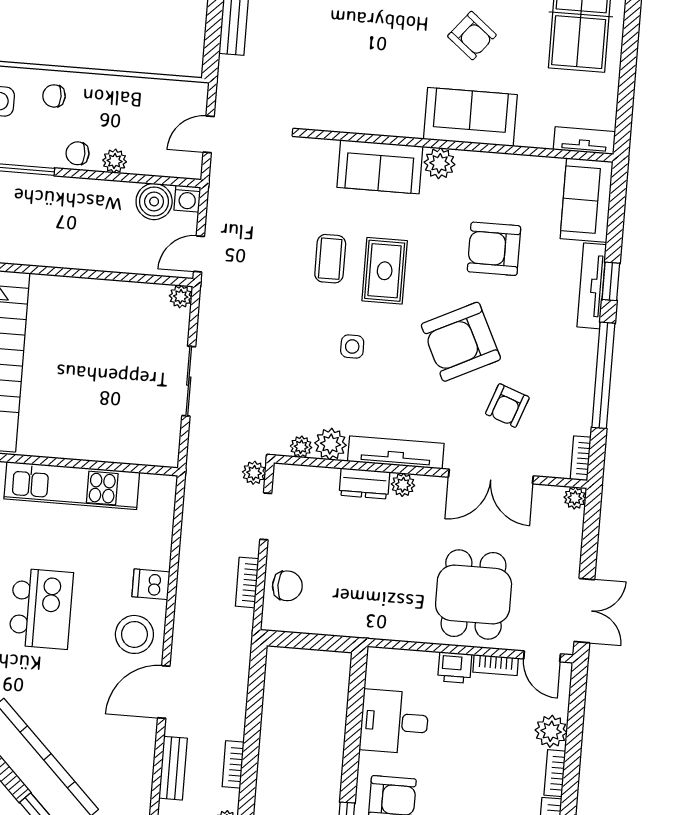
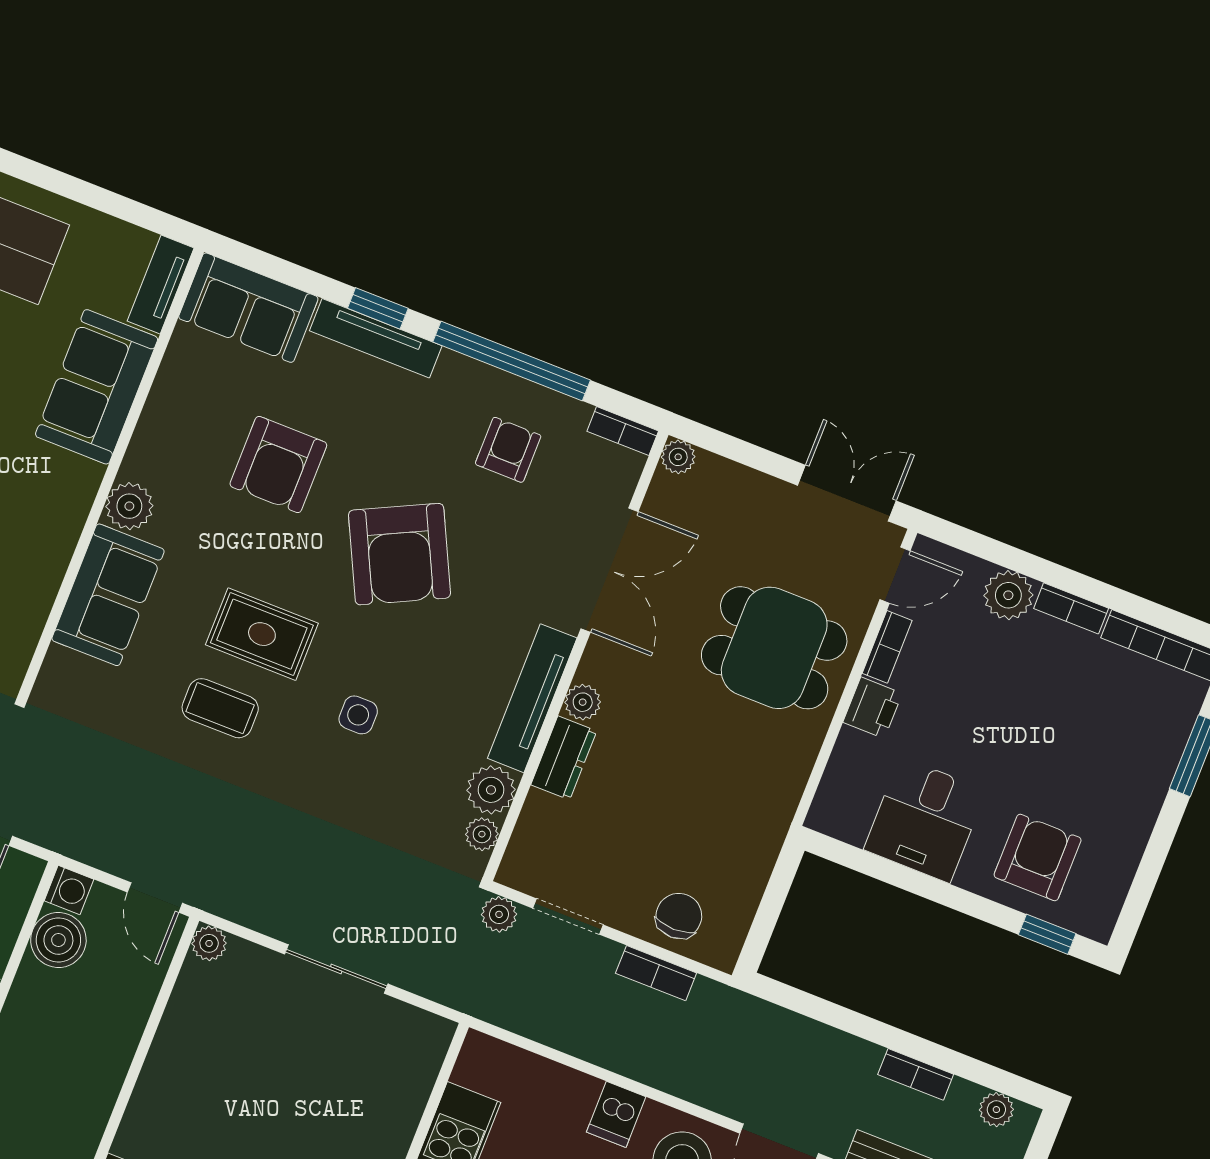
sofa: (470, 117) -> (97, 387), moved
armchair: (507, 406) -> (508, 450), moved, turned -110

